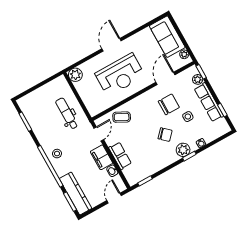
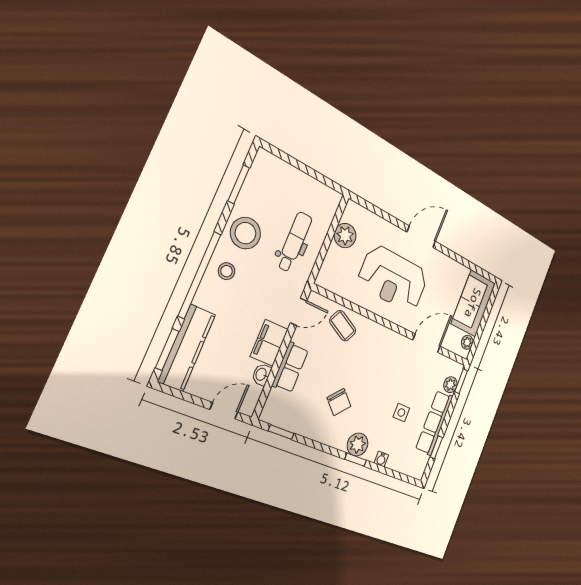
plant: (75, 75) -> (345, 236), moved
chair: (169, 104) -> (400, 375), removed
stool: (47, 134) -> (245, 233), added
chair: (165, 135) -> (339, 402), moved

